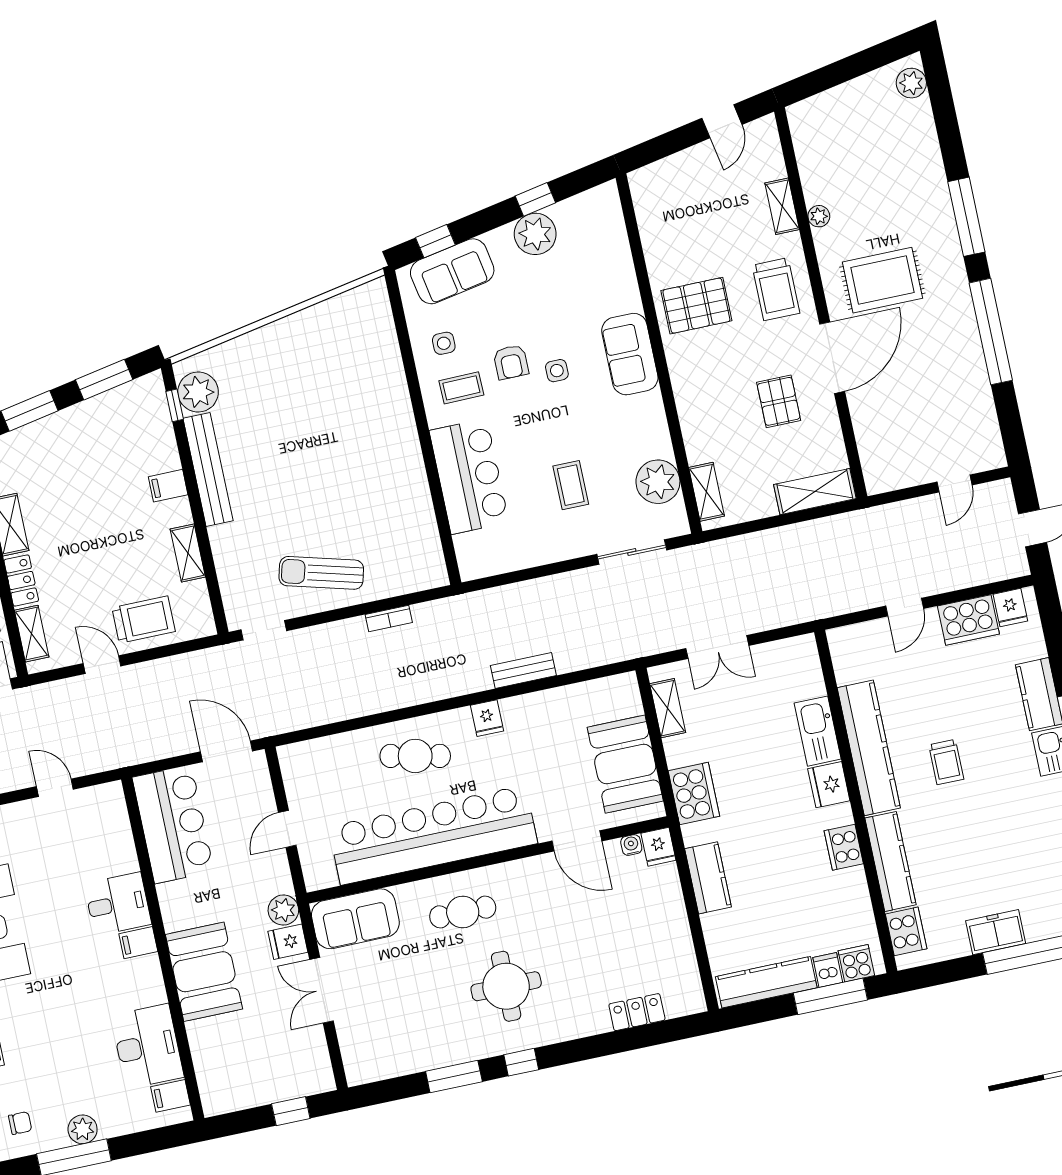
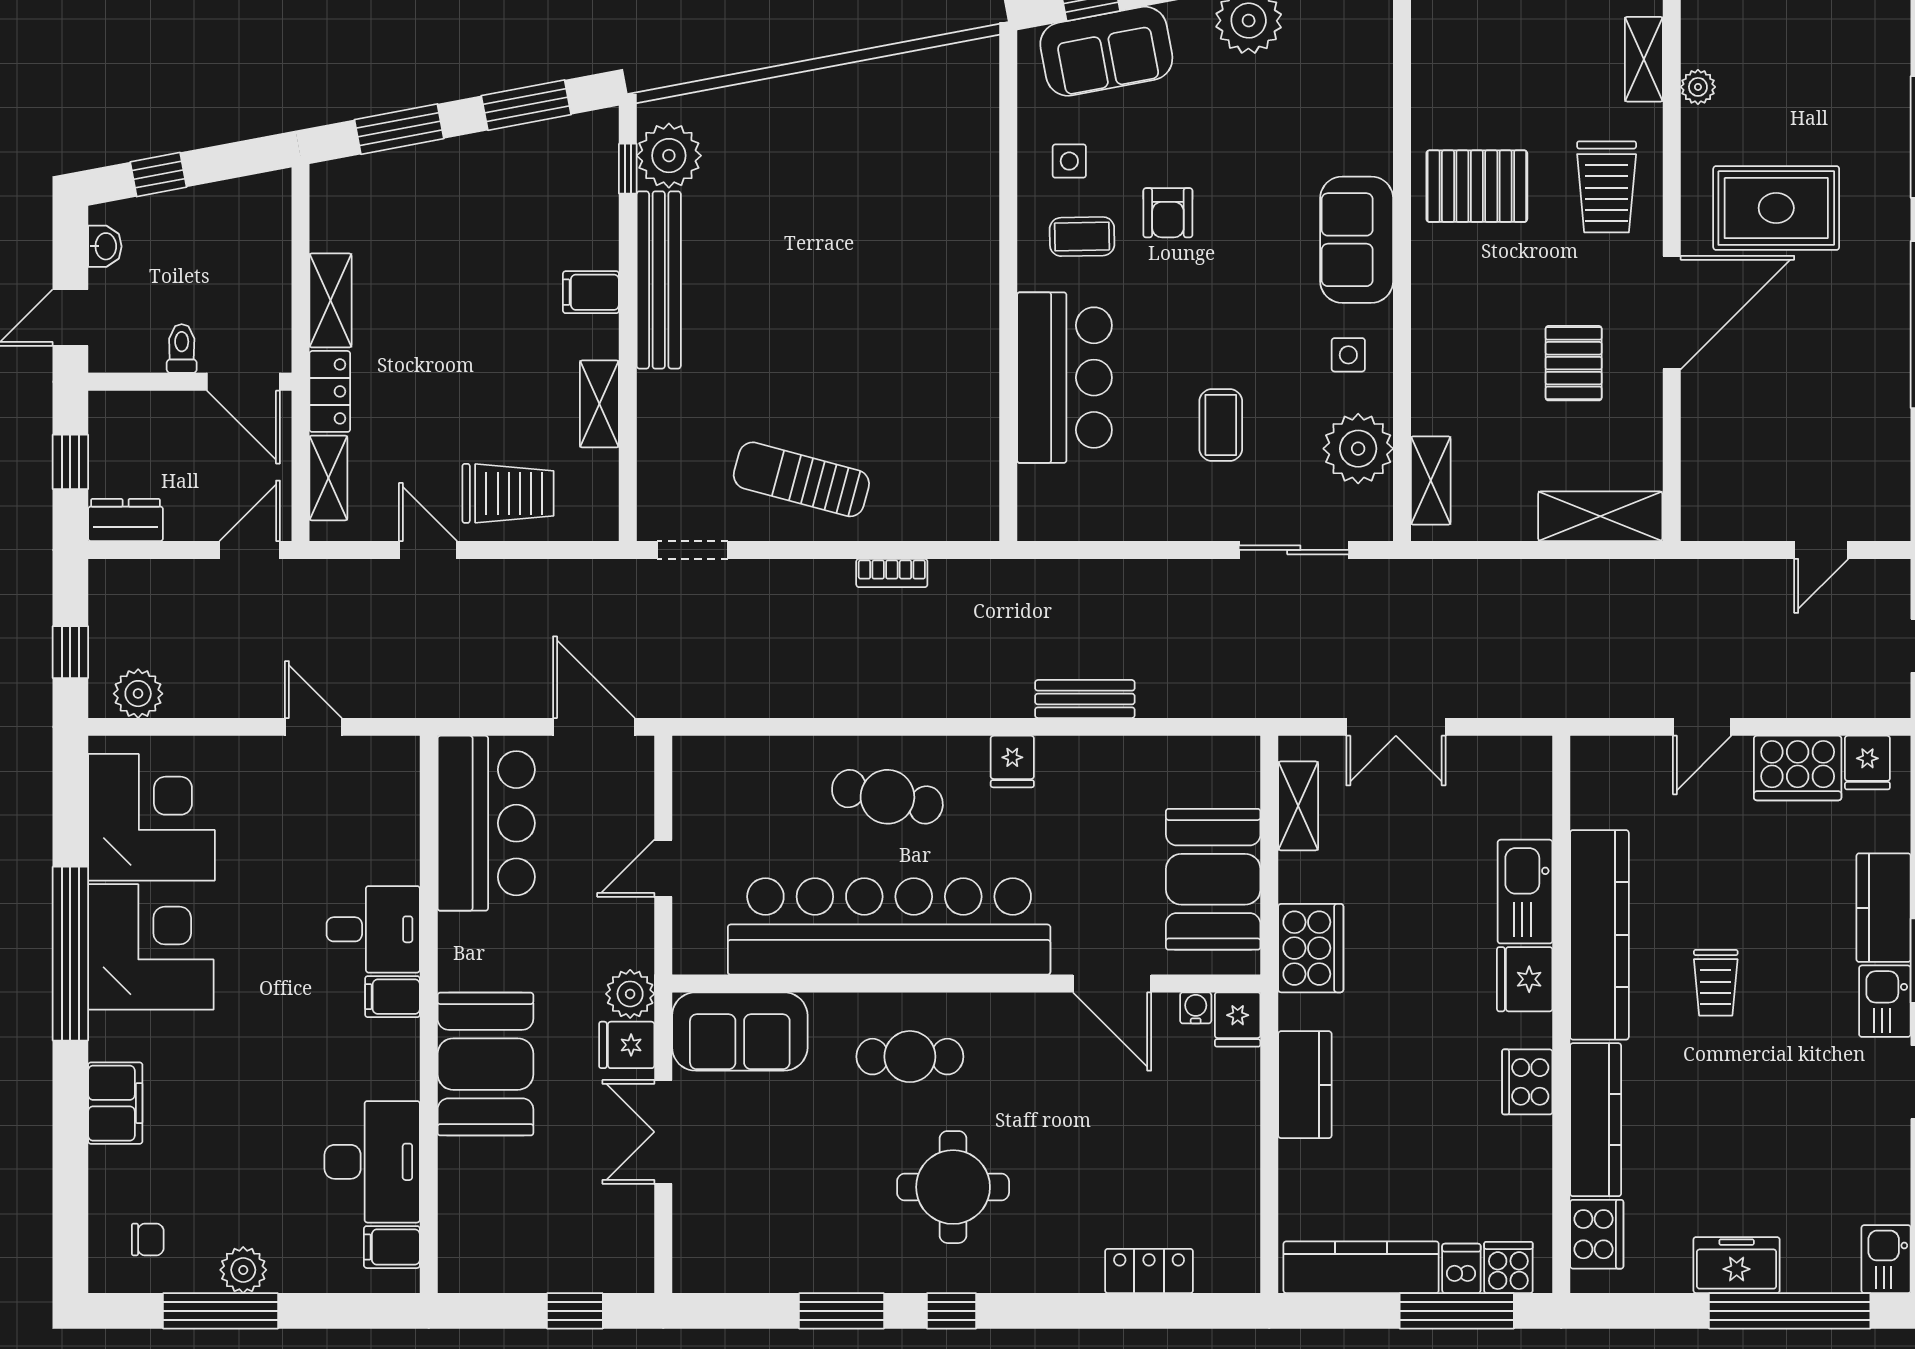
side table: (557, 371) -> (1348, 355), moved

